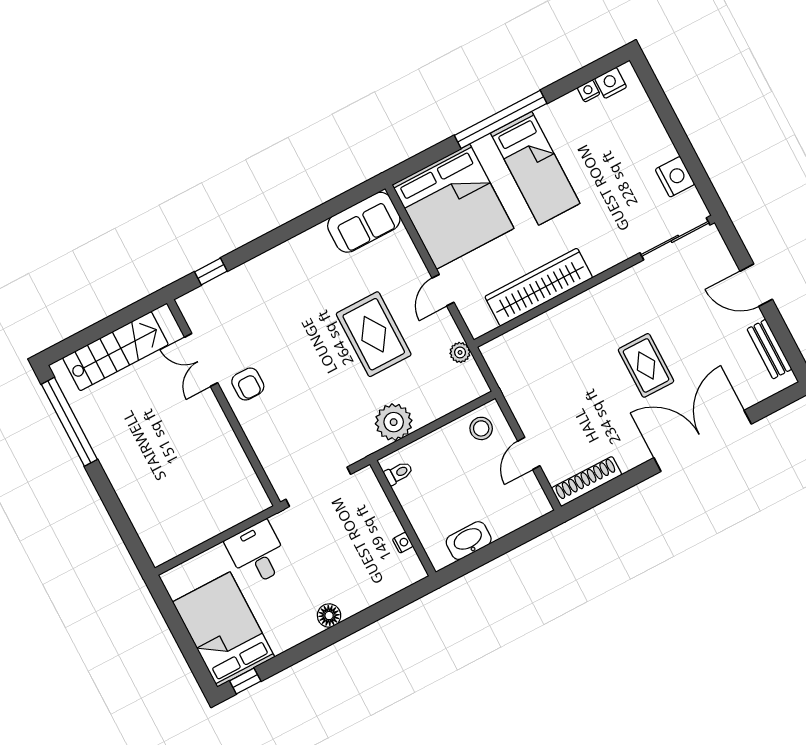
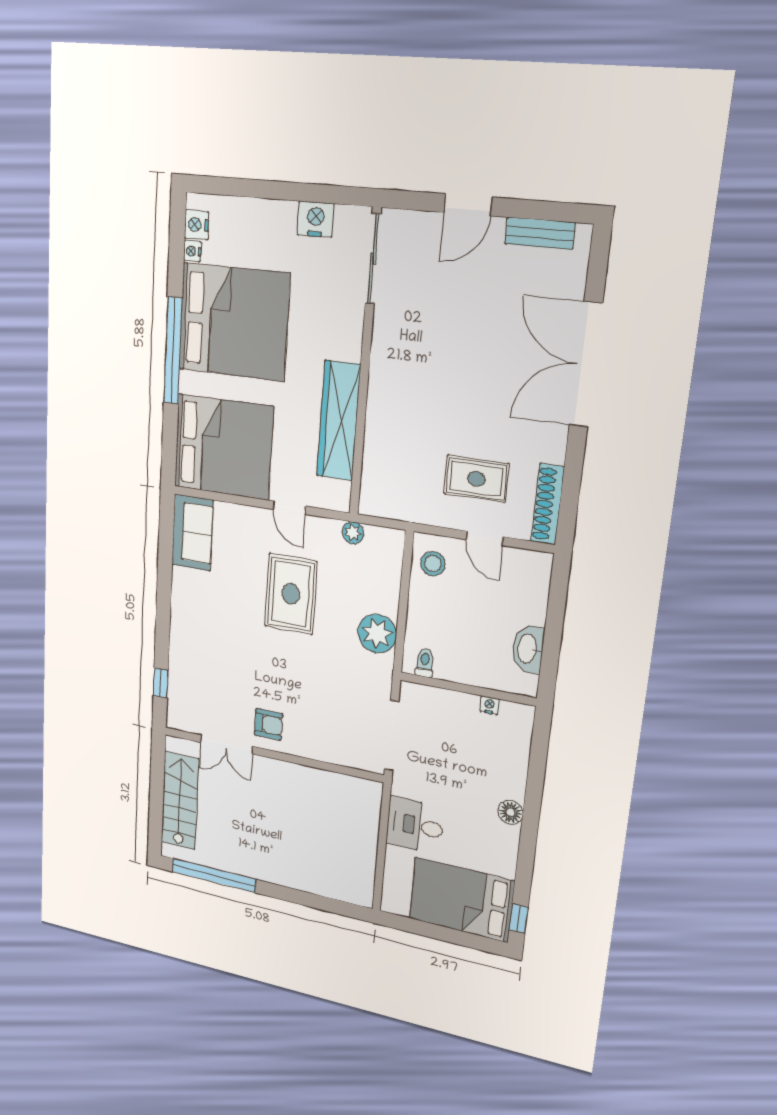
bed: (535, 168) -> (233, 322), width x2.04
rug: (374, 334) -> (291, 594), turned 90
rug: (646, 365) -> (476, 479), moved

